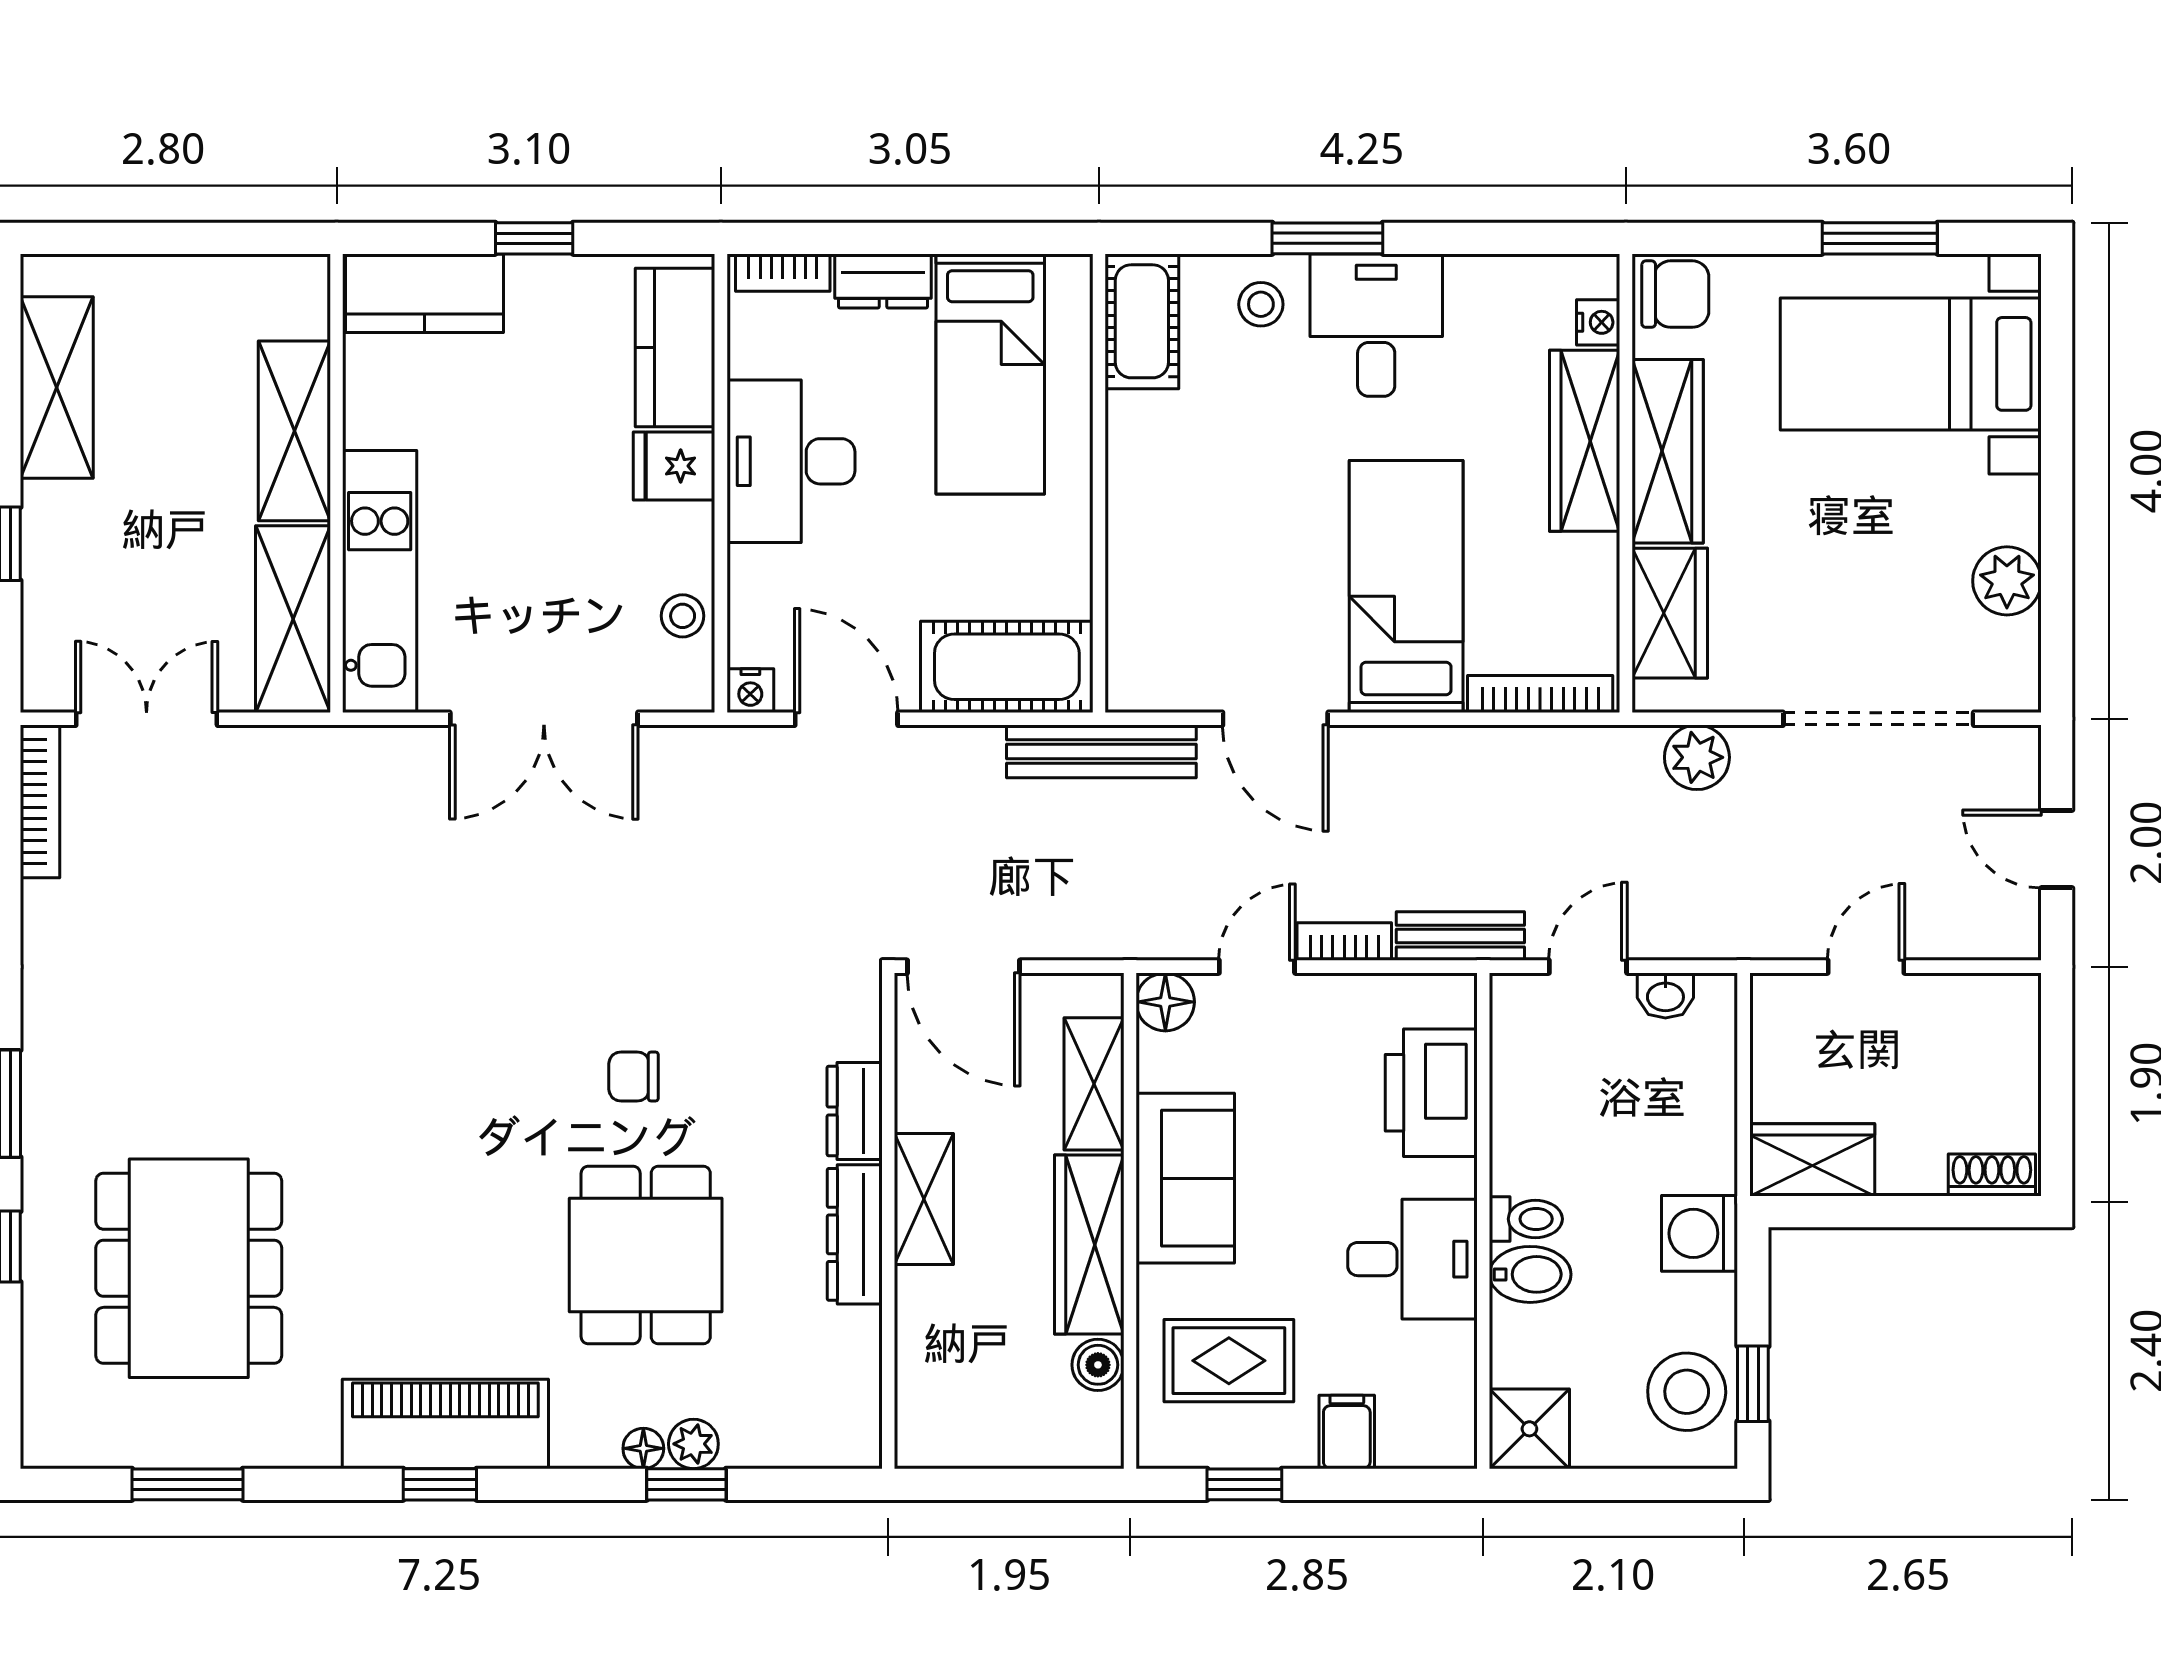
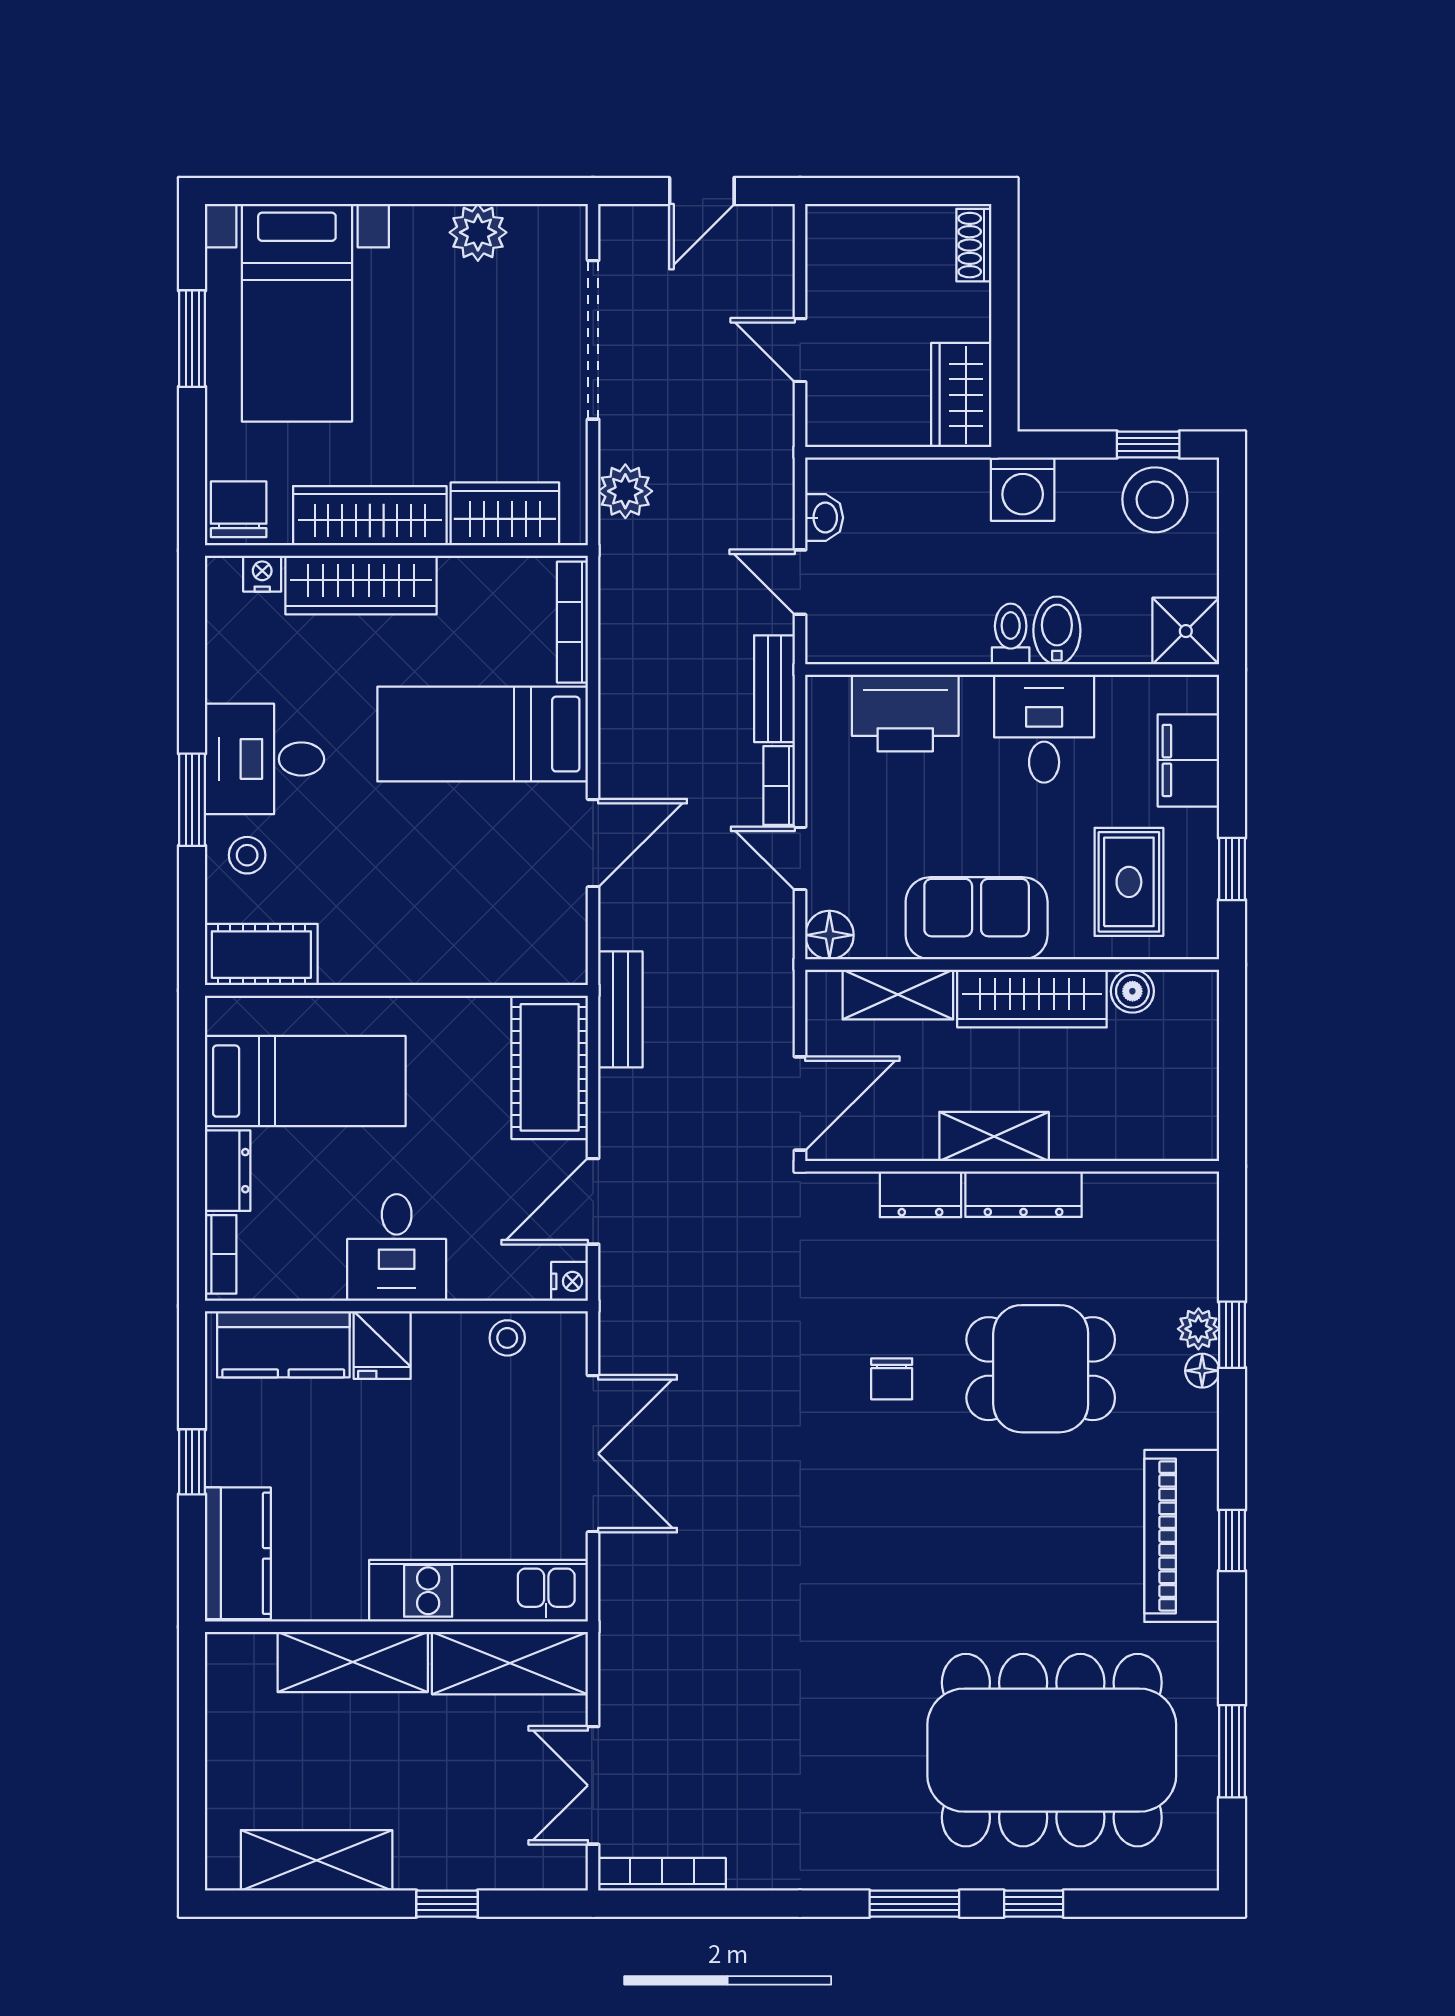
desk: (791, 461) -> (397, 1247), width x0.73
bench: (1101, 751) -> (620, 1009), width x0.73
dining table: (189, 1268) -> (1052, 1750), width x1.36, depth x1.24
filing cabinet: (1347, 1432) -> (1188, 760), width x2.00

